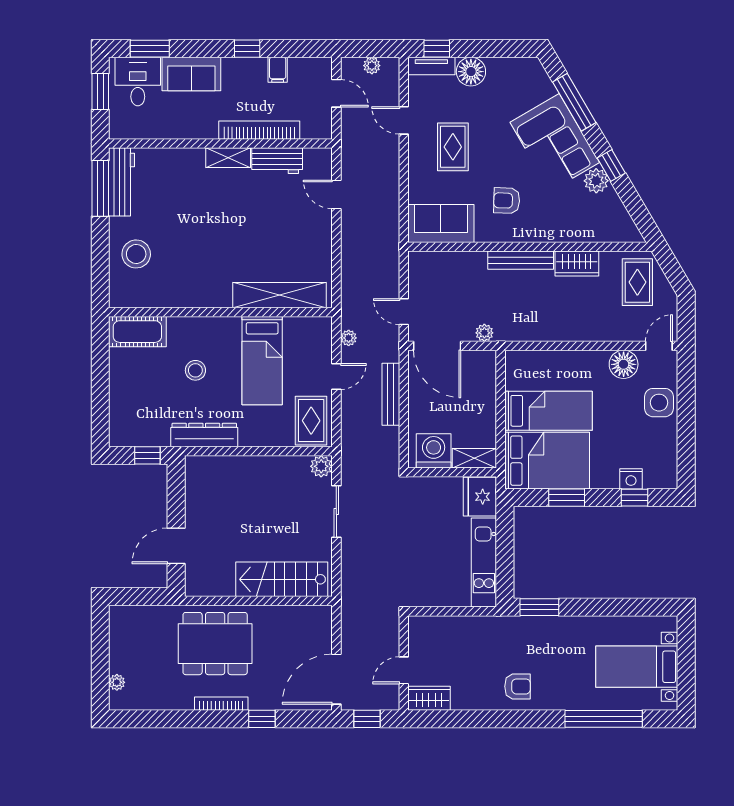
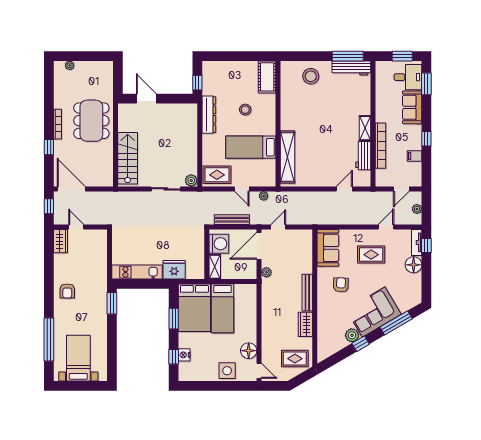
washing machine: (434, 451) -> (219, 244), moved
shelving: (474, 458) -> (215, 267), moved
wall: (452, 472) -> (207, 254), moved

